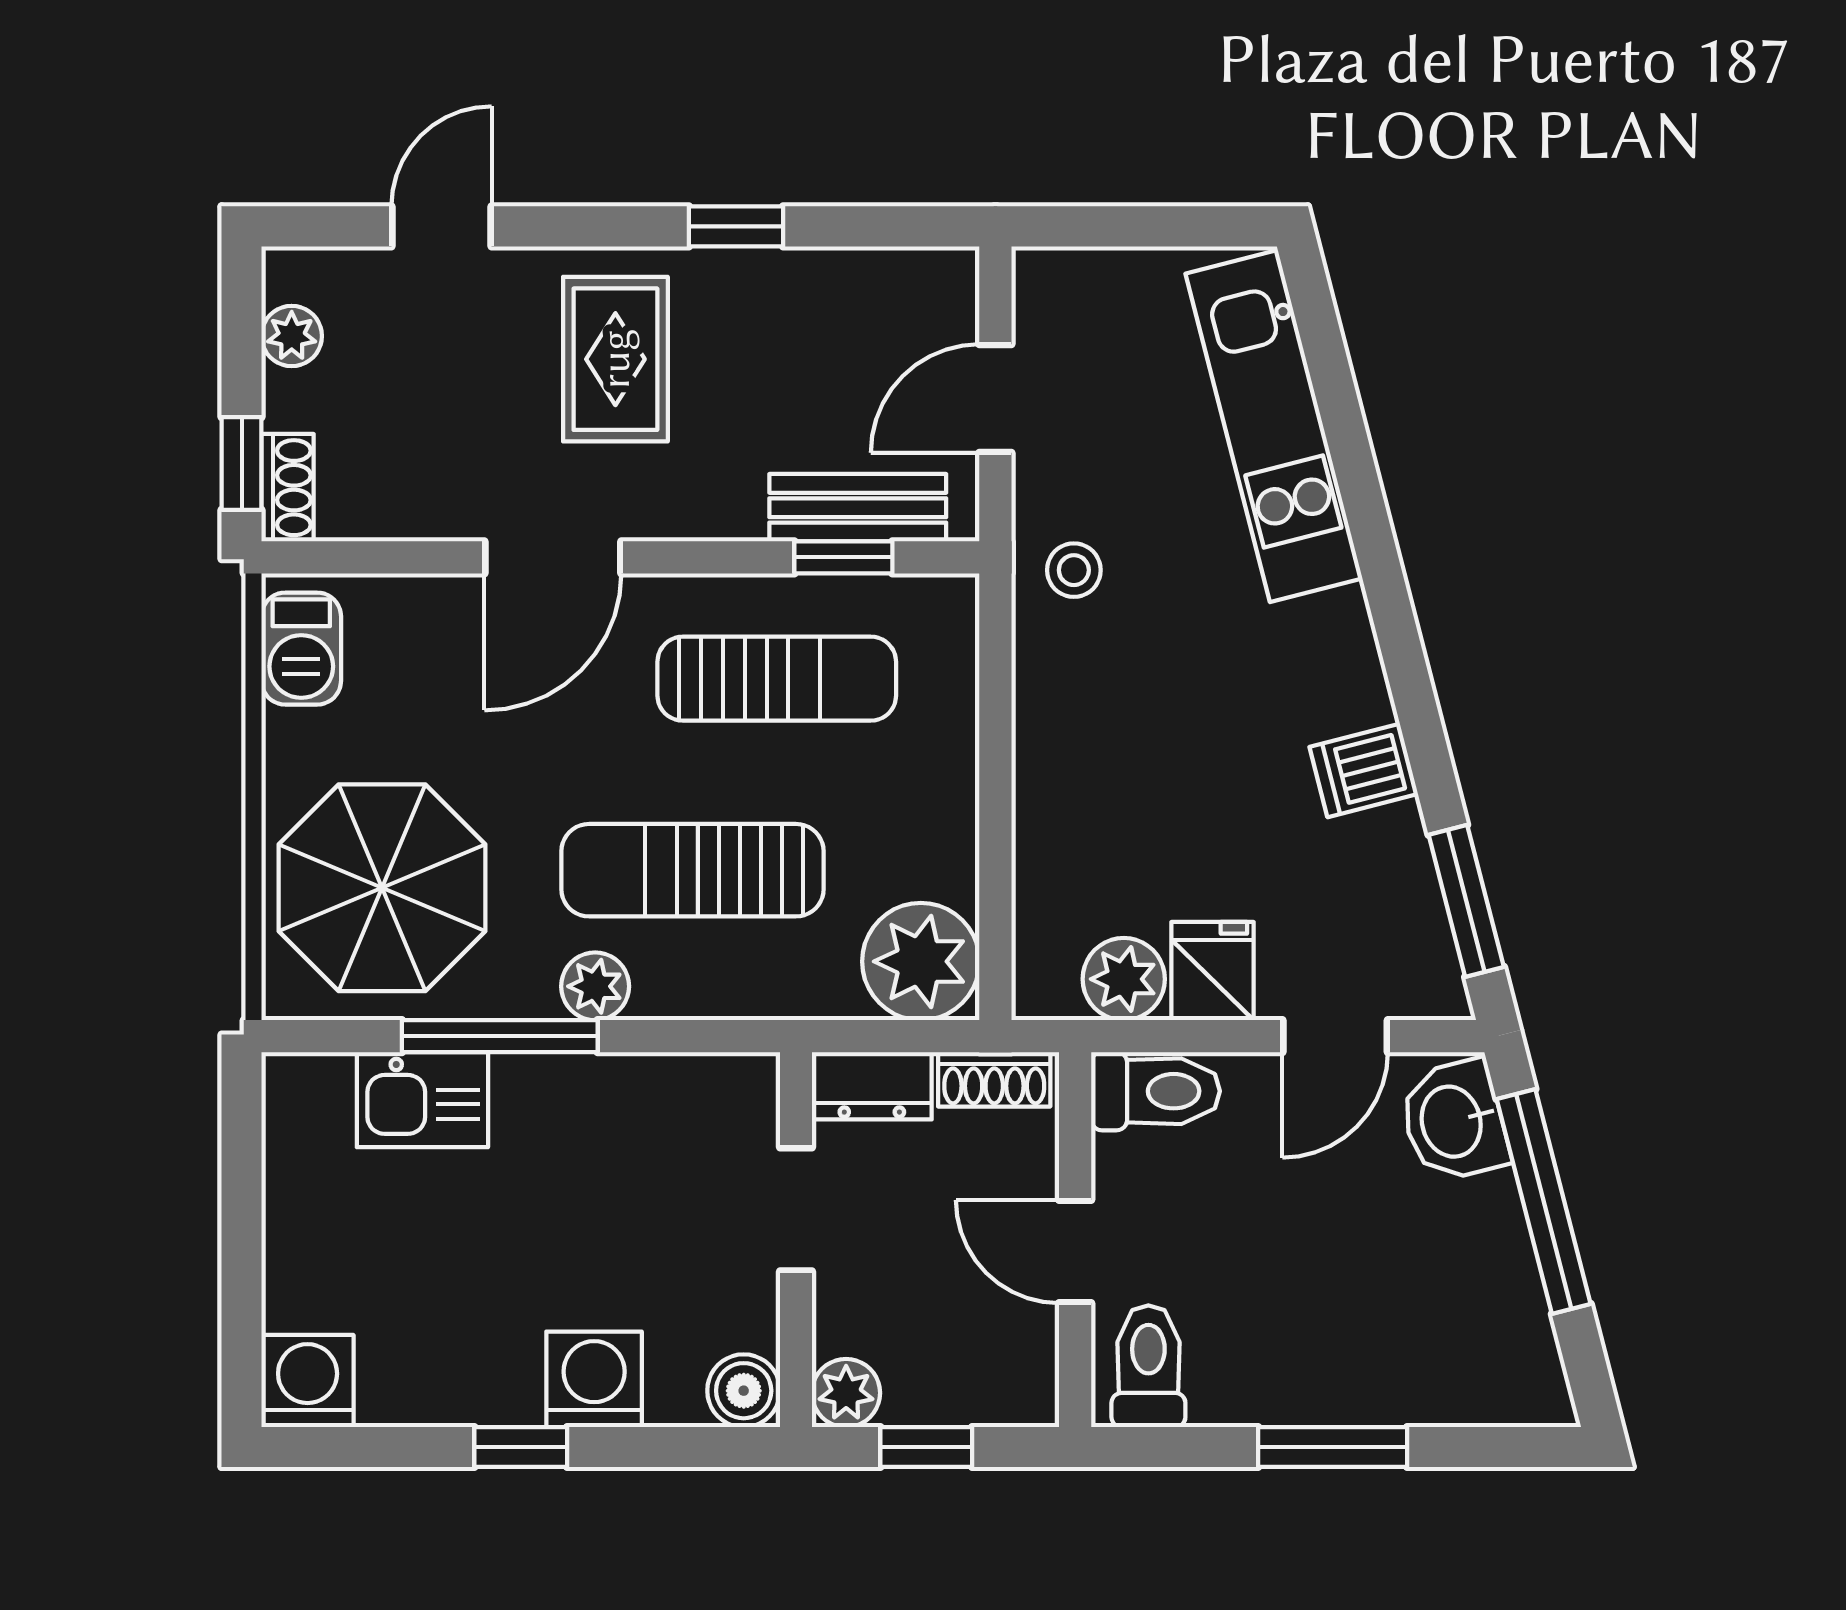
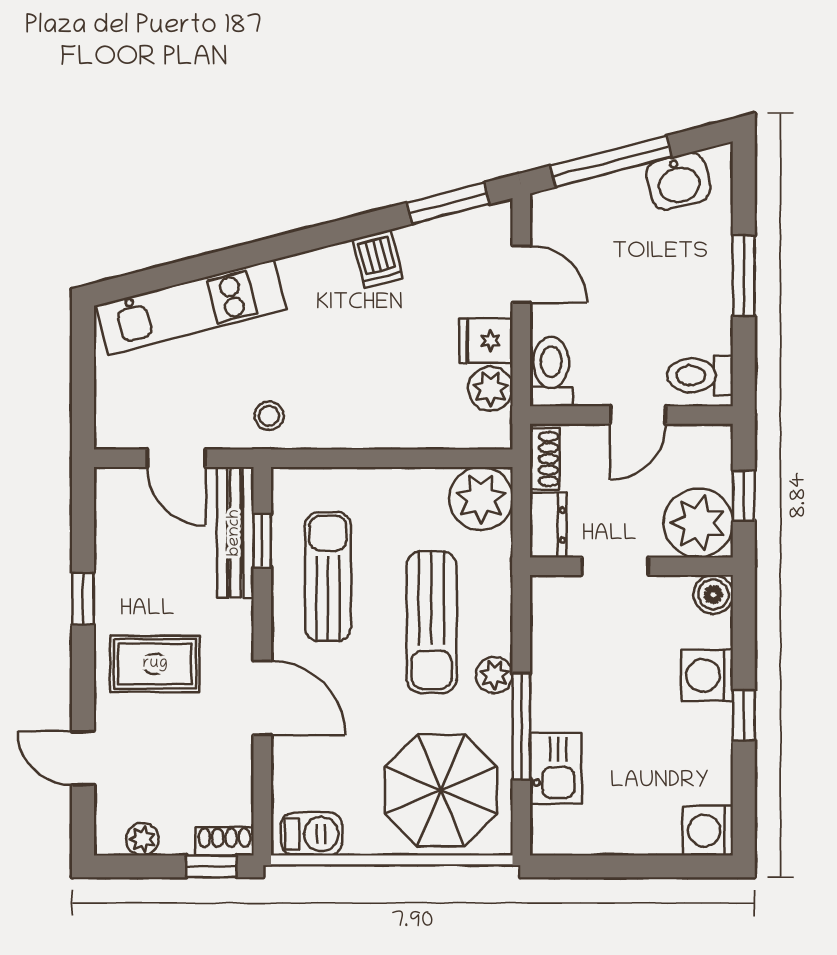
bench: (858, 508) -> (235, 533), width x1.36
washbasin: (1454, 1121) -> (678, 181), moved
plant: (846, 1393) -> (698, 523), width x1.88, depth x1.88

